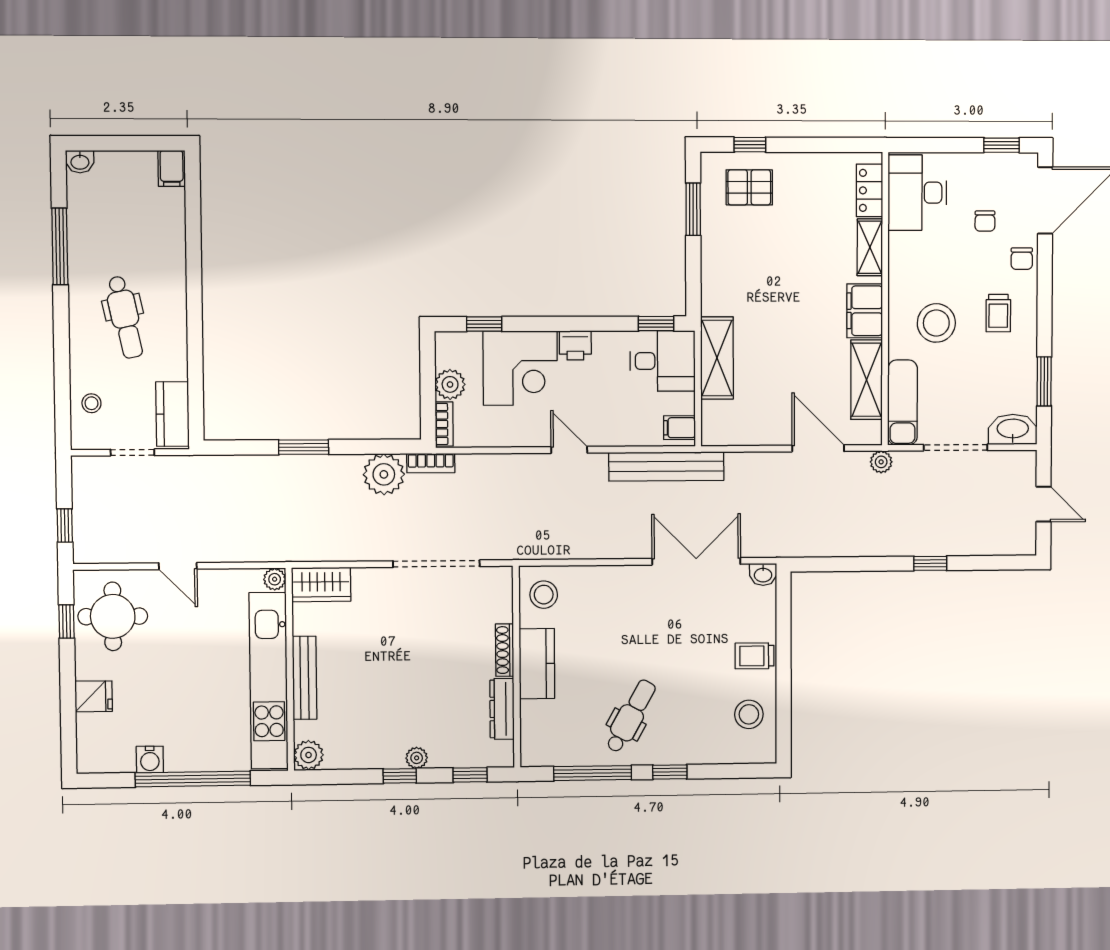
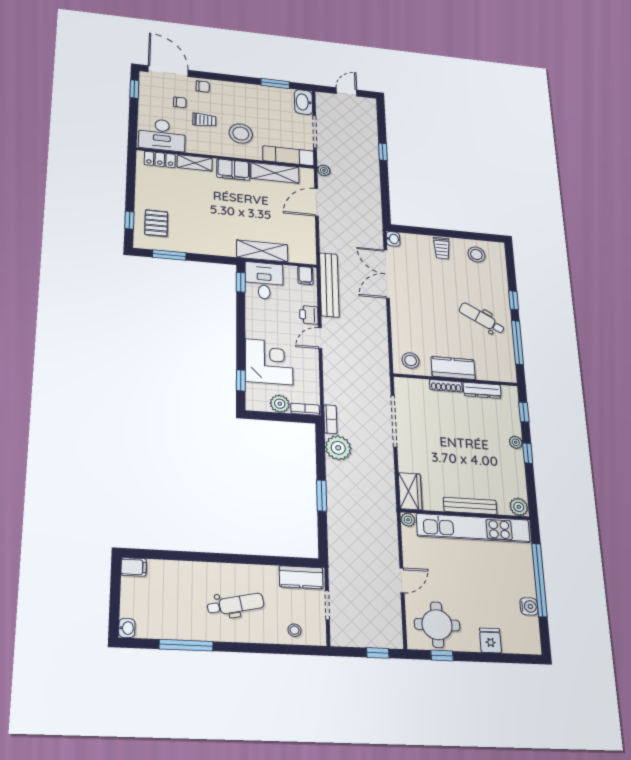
trolley: (998, 313) -> (204, 120), moved
printer: (575, 345) -> (309, 315), moved, turned 180

